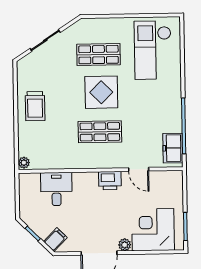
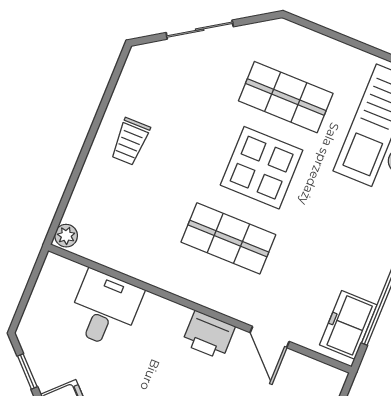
trolley: (35, 106) -> (130, 141), width x0.73, depth x0.72

